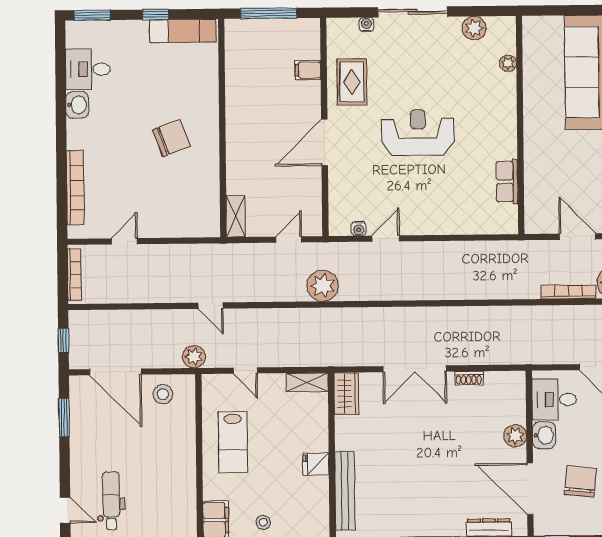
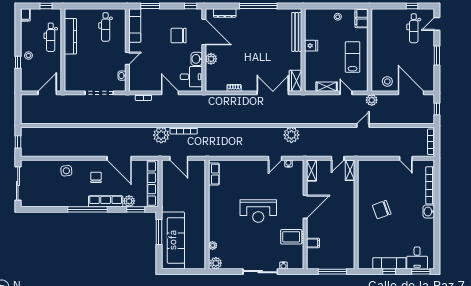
plant: (474, 28) -> (216, 263), moved
exam couch: (183, 31) -> (389, 263), moved
desk: (88, 69) -> (417, 258), moved, turned 90
rug: (352, 82) -> (291, 237), turned 90
washbasin: (77, 105) -> (429, 212), moved
row of seats: (507, 182) -> (214, 174), moved
shelving: (313, 215) -> (311, 170), added
door: (289, 240) -> (338, 158), moved
door: (124, 241) -> (406, 158), hinge flipped
plant: (323, 286) -> (291, 135), moved
door: (211, 306) -> (363, 126), hinge flipped
double door: (415, 369) -> (273, 93), moved
shelving: (307, 382) -> (327, 87), moved
window: (64, 418) -> (437, 55), moved
chair: (581, 481) -> (179, 36), turned 84
door: (65, 510) -> (437, 24), hinge flipped

